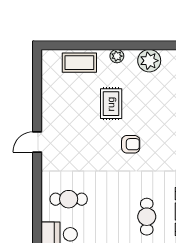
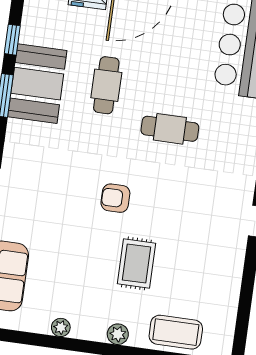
plant: (149, 61) -> (61, 327), width x0.53, depth x0.53
cafe table: (69, 199) -> (170, 129), moved

